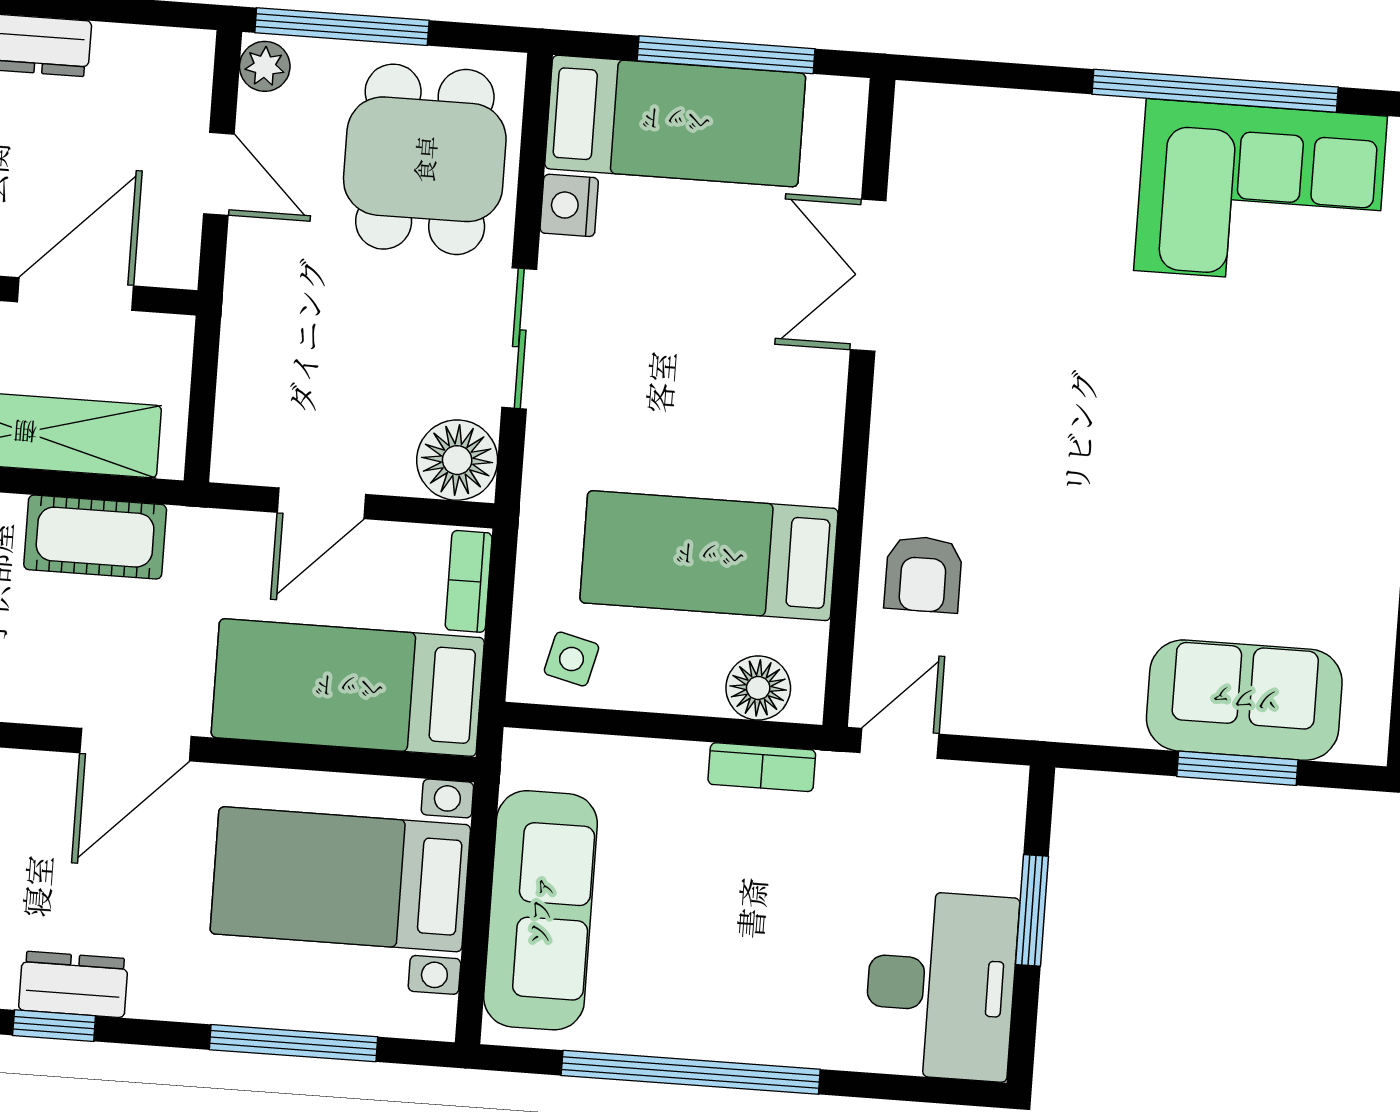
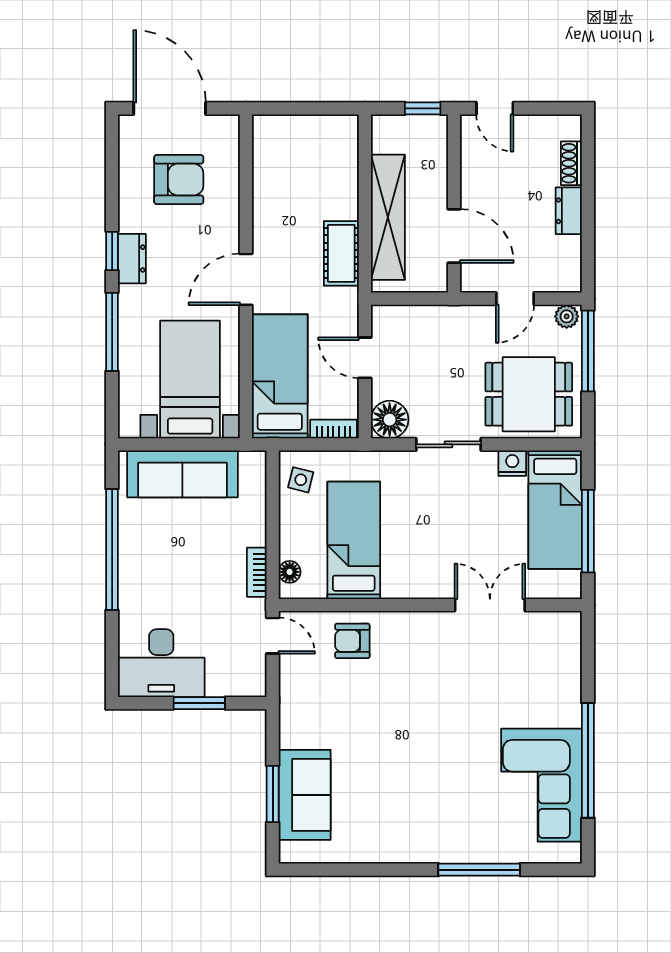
floor lamp: (758, 688) -> (290, 572), width x0.73, depth x0.73
door: (135, 745) -> (246, 279), hinge flipped
window: (293, 1043) -> (112, 332), moved

